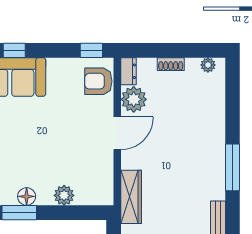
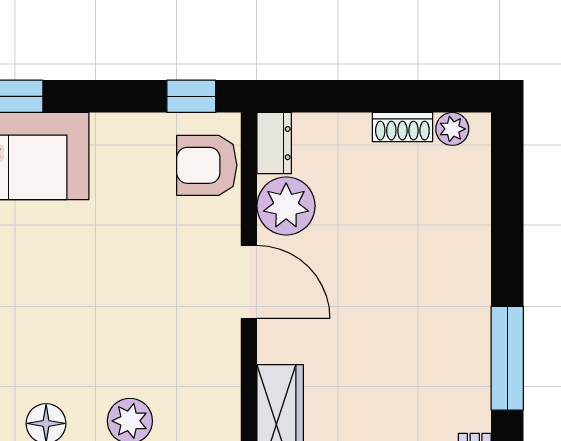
shoe rack: (171, 64) -> (402, 127), moved
door: (117, 133) -> (249, 282), hinge flipped

